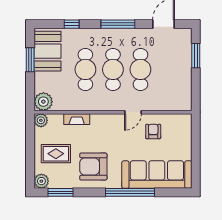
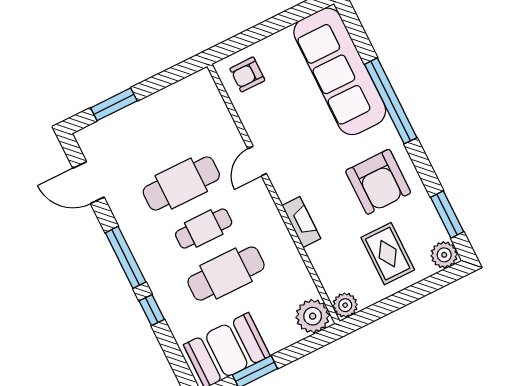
window: (72, 24) -> (152, 310), moved
cafe table: (113, 69) -> (204, 229), width x0.73, depth x0.74
door: (133, 112) -> (257, 161), swing flipped
fireplace: (77, 119) -> (301, 222), moved
armchair: (153, 131) -> (247, 74), moved

